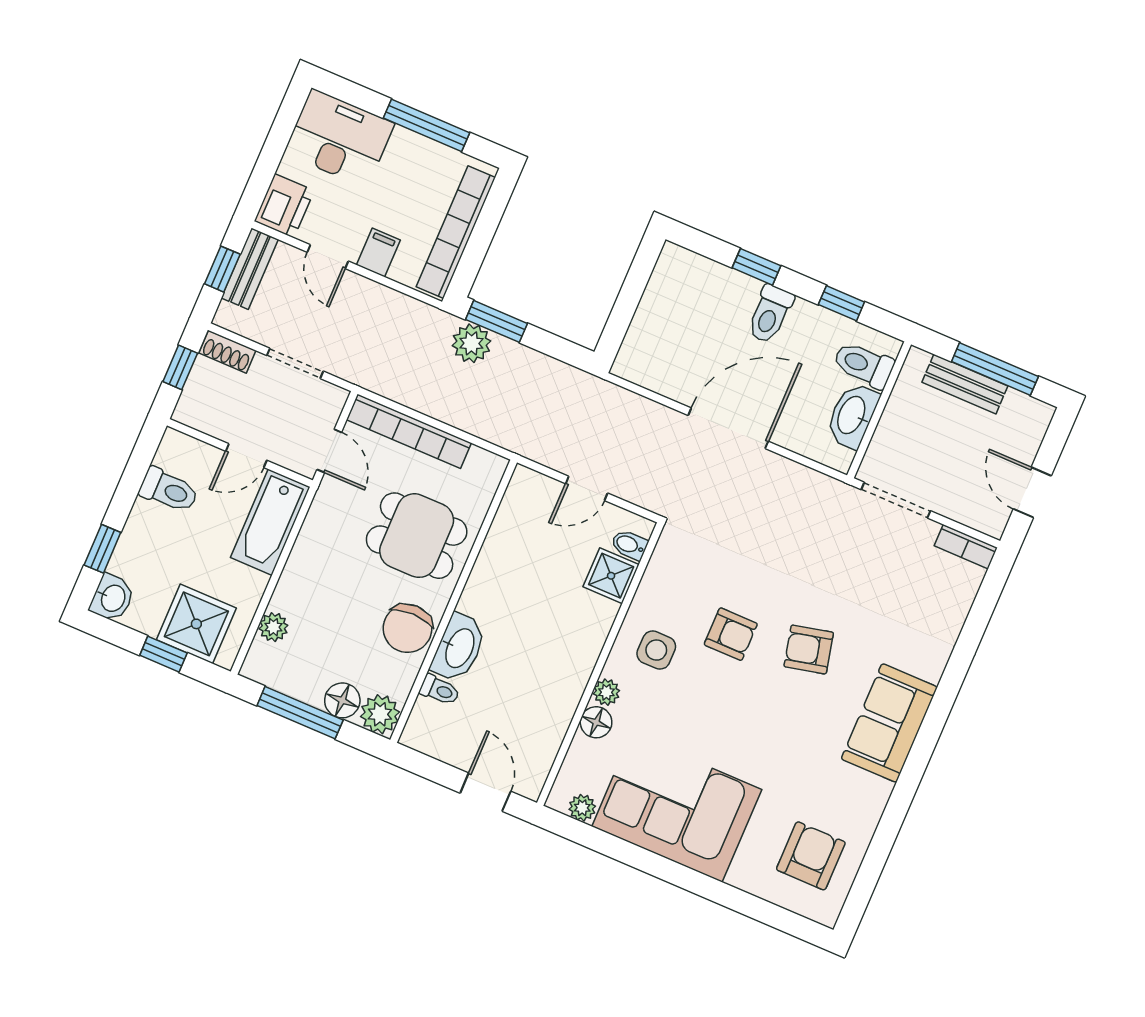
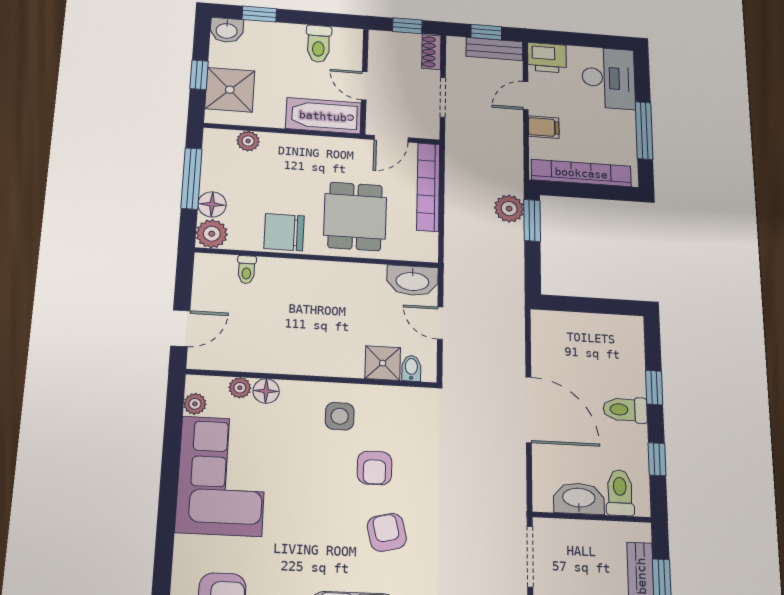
washbasin: (459, 648) -> (412, 281), moved
plant: (606, 692) -> (240, 388), moved

